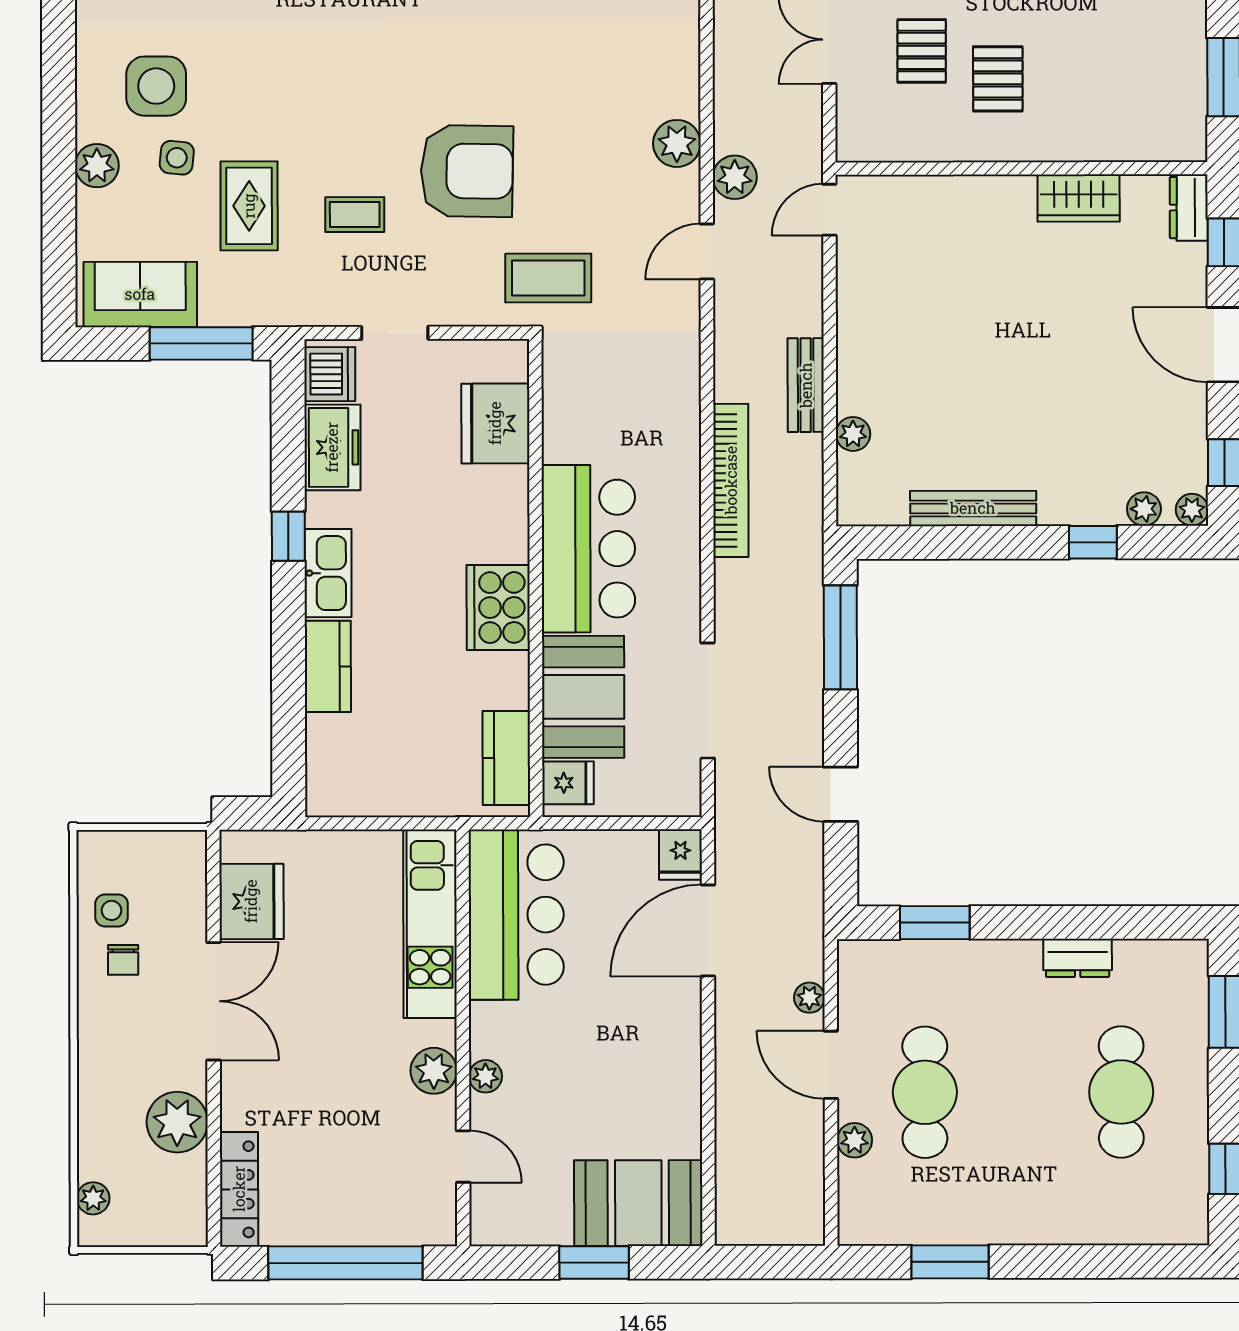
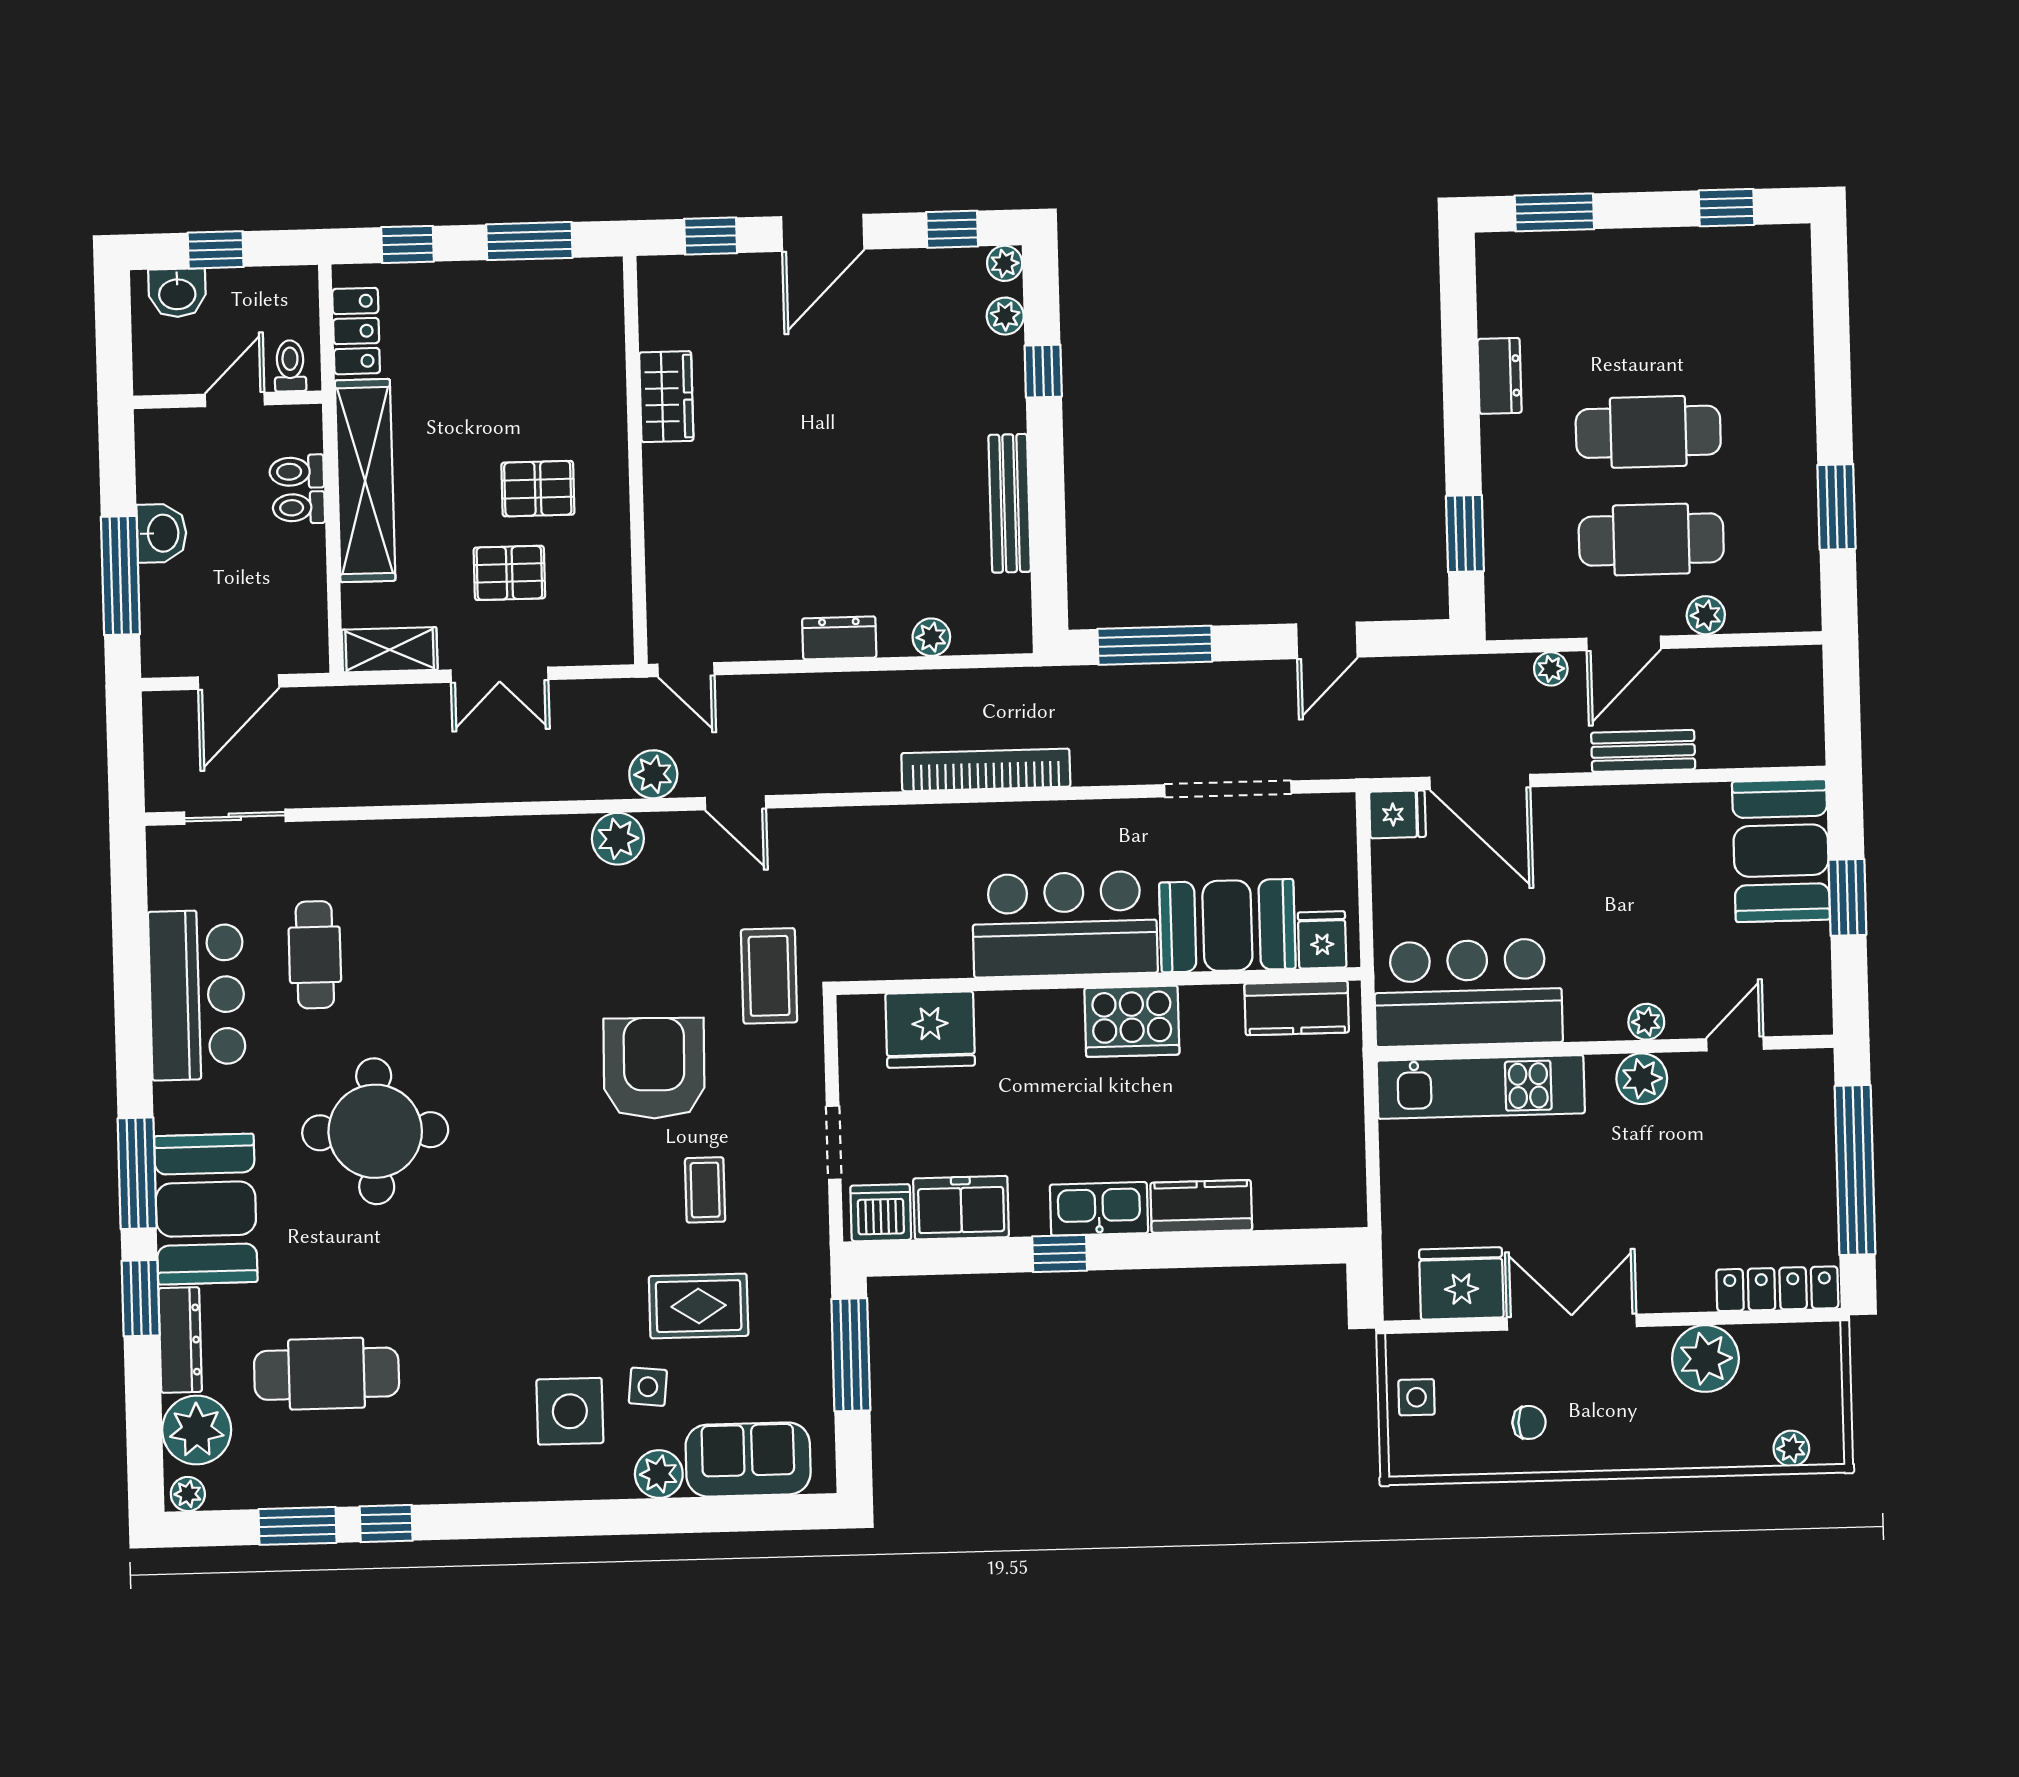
dresser: (1189, 208) -> (839, 638), moved, turned 180
sofa: (140, 294) -> (748, 1459), moved, turned 90
bench: (806, 385) -> (1643, 751), moved
side table: (111, 910) -> (1417, 1397), moved
cafe table: (1121, 1092) -> (1648, 432), moved

